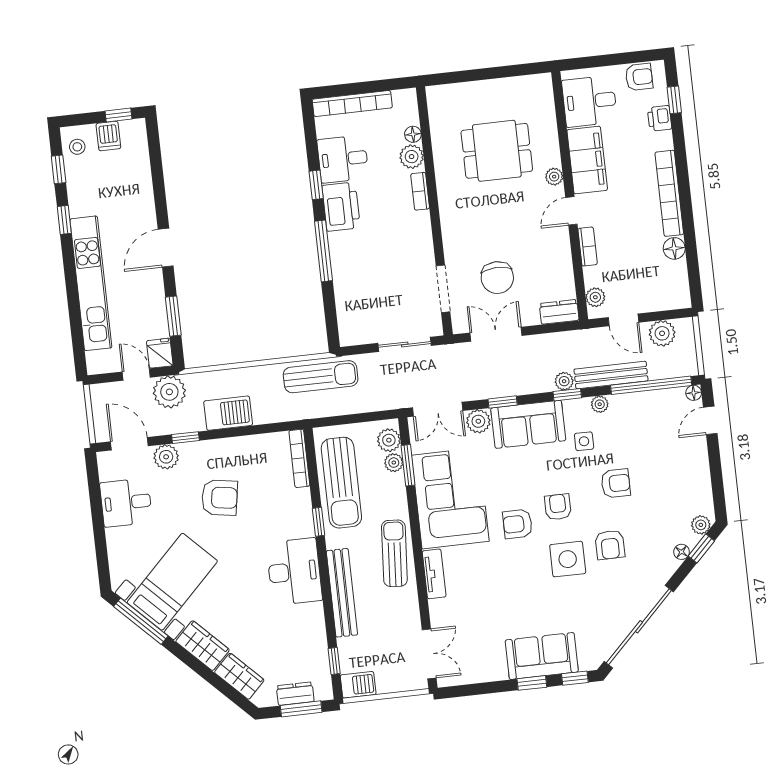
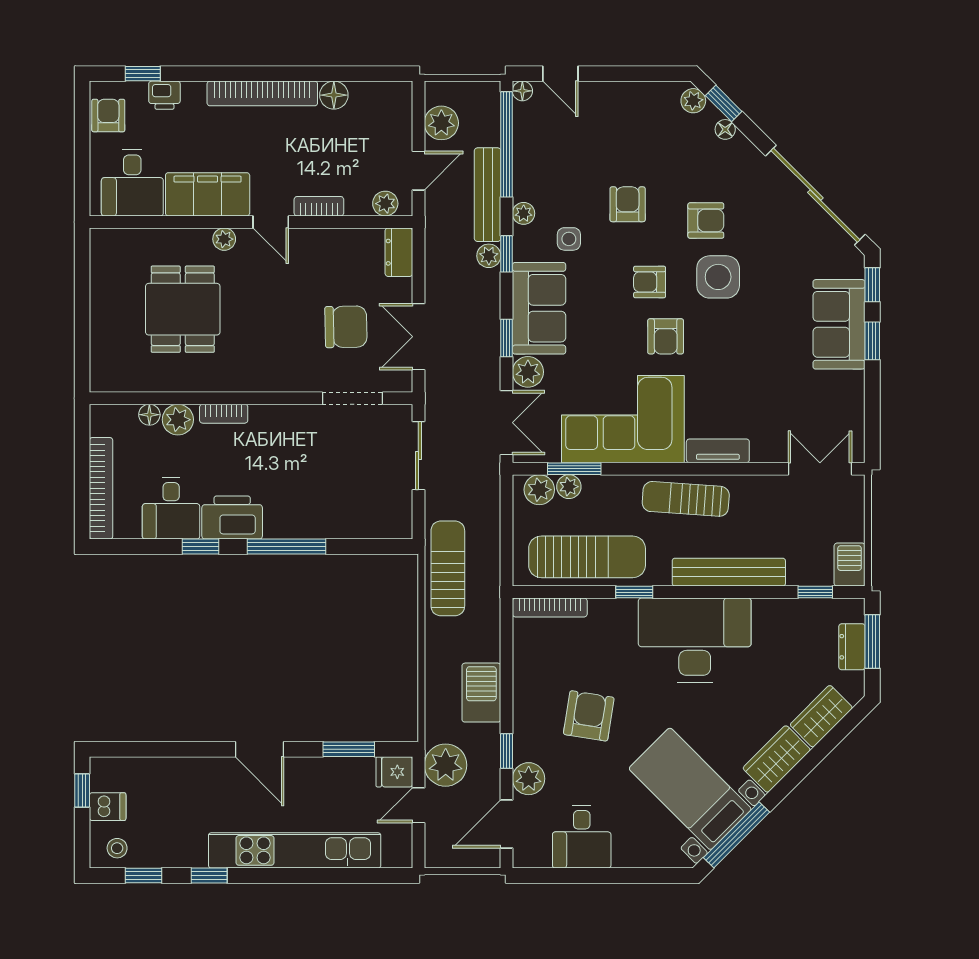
desk: (294, 572) -> (695, 640), width x1.36, depth x1.30

